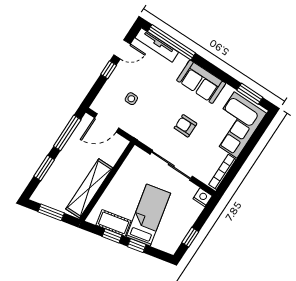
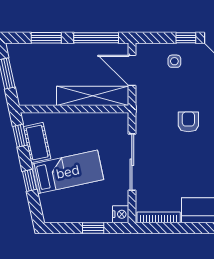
side table: (131, 99) -> (174, 61), moved
armchair: (185, 126) -> (188, 122), moved
shelving: (89, 188) -> (93, 96), moved
window: (112, 236) -> (20, 136), moved
window: (190, 237) -> (93, 228), moved

